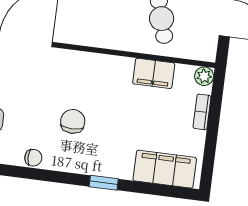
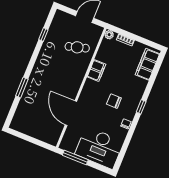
filing cabinet: (154, 73) -> (96, 71), moved
window: (104, 183) -> (141, 107), moved

